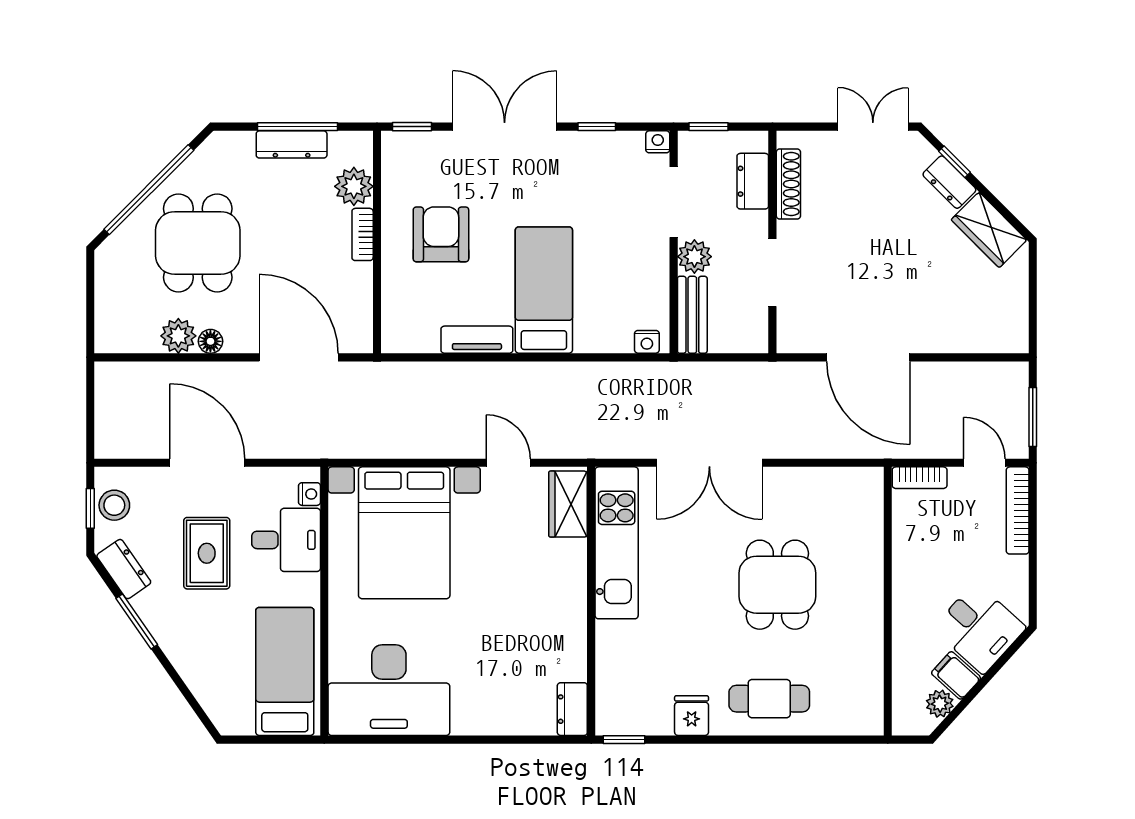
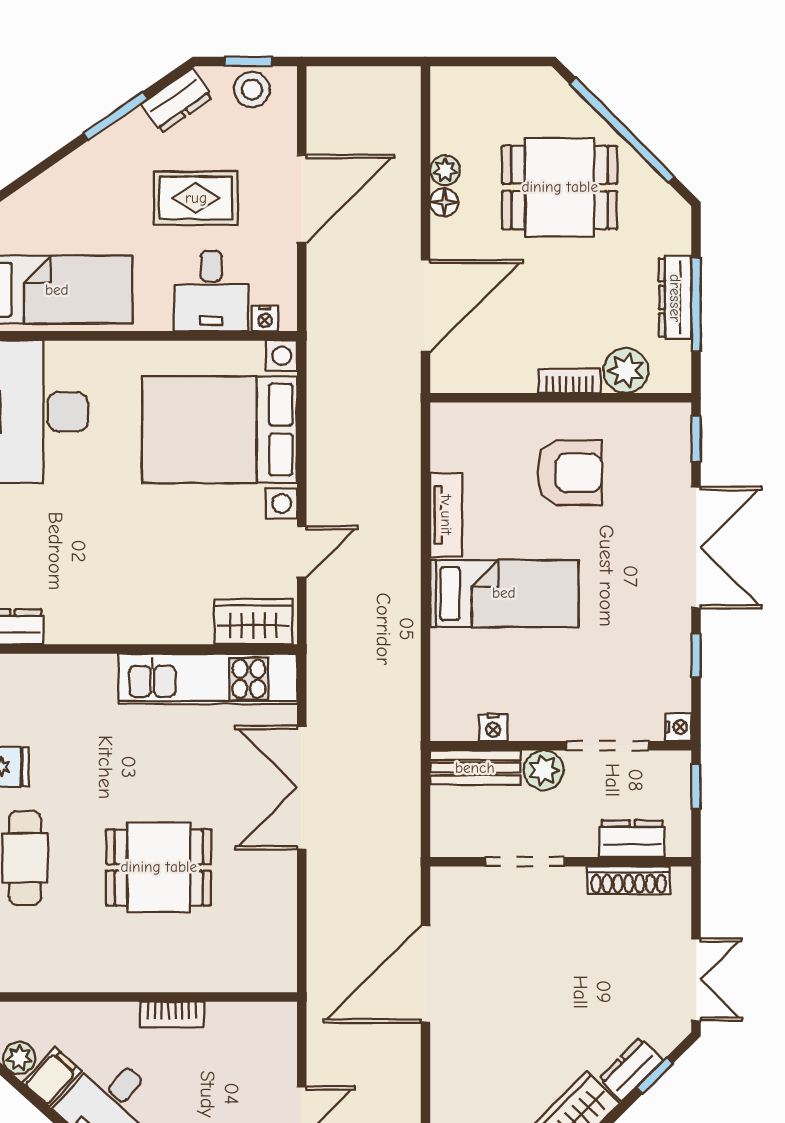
plant: (178, 336) -> (445, 170), width x0.73, depth x0.73
nightstand: (647, 342) -> (493, 728), moved, turned -90
bookcase: (920, 478) -> (172, 1014), moved, turned -90

